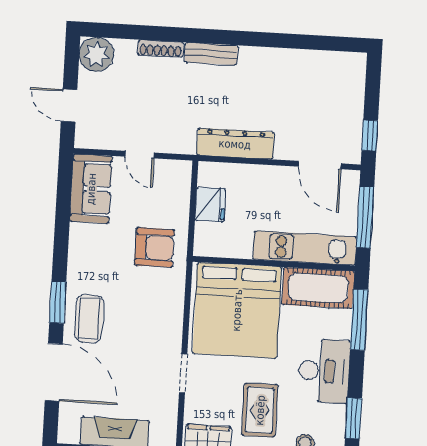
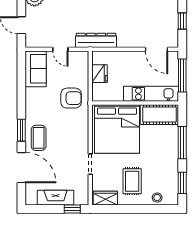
window: (370, 136) -> (182, 21), moved
dresser: (235, 144) -> (96, 40), moved
window: (359, 320) -> (182, 143), moved
desk: (324, 371) -> (165, 159), removed

